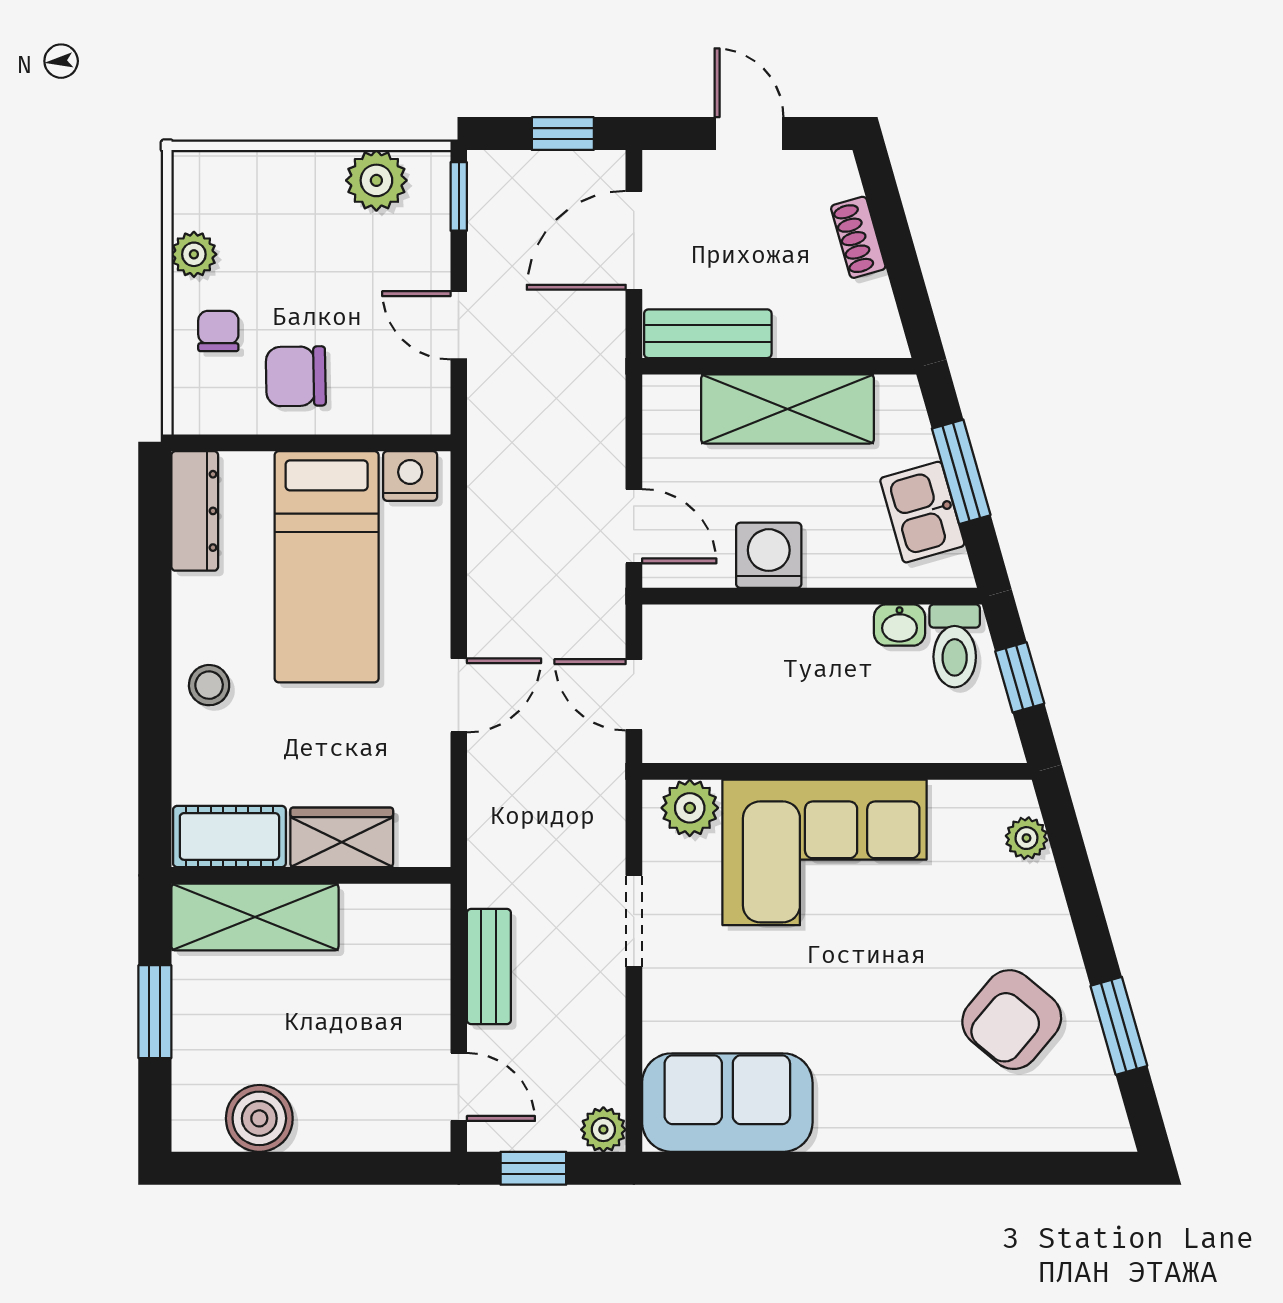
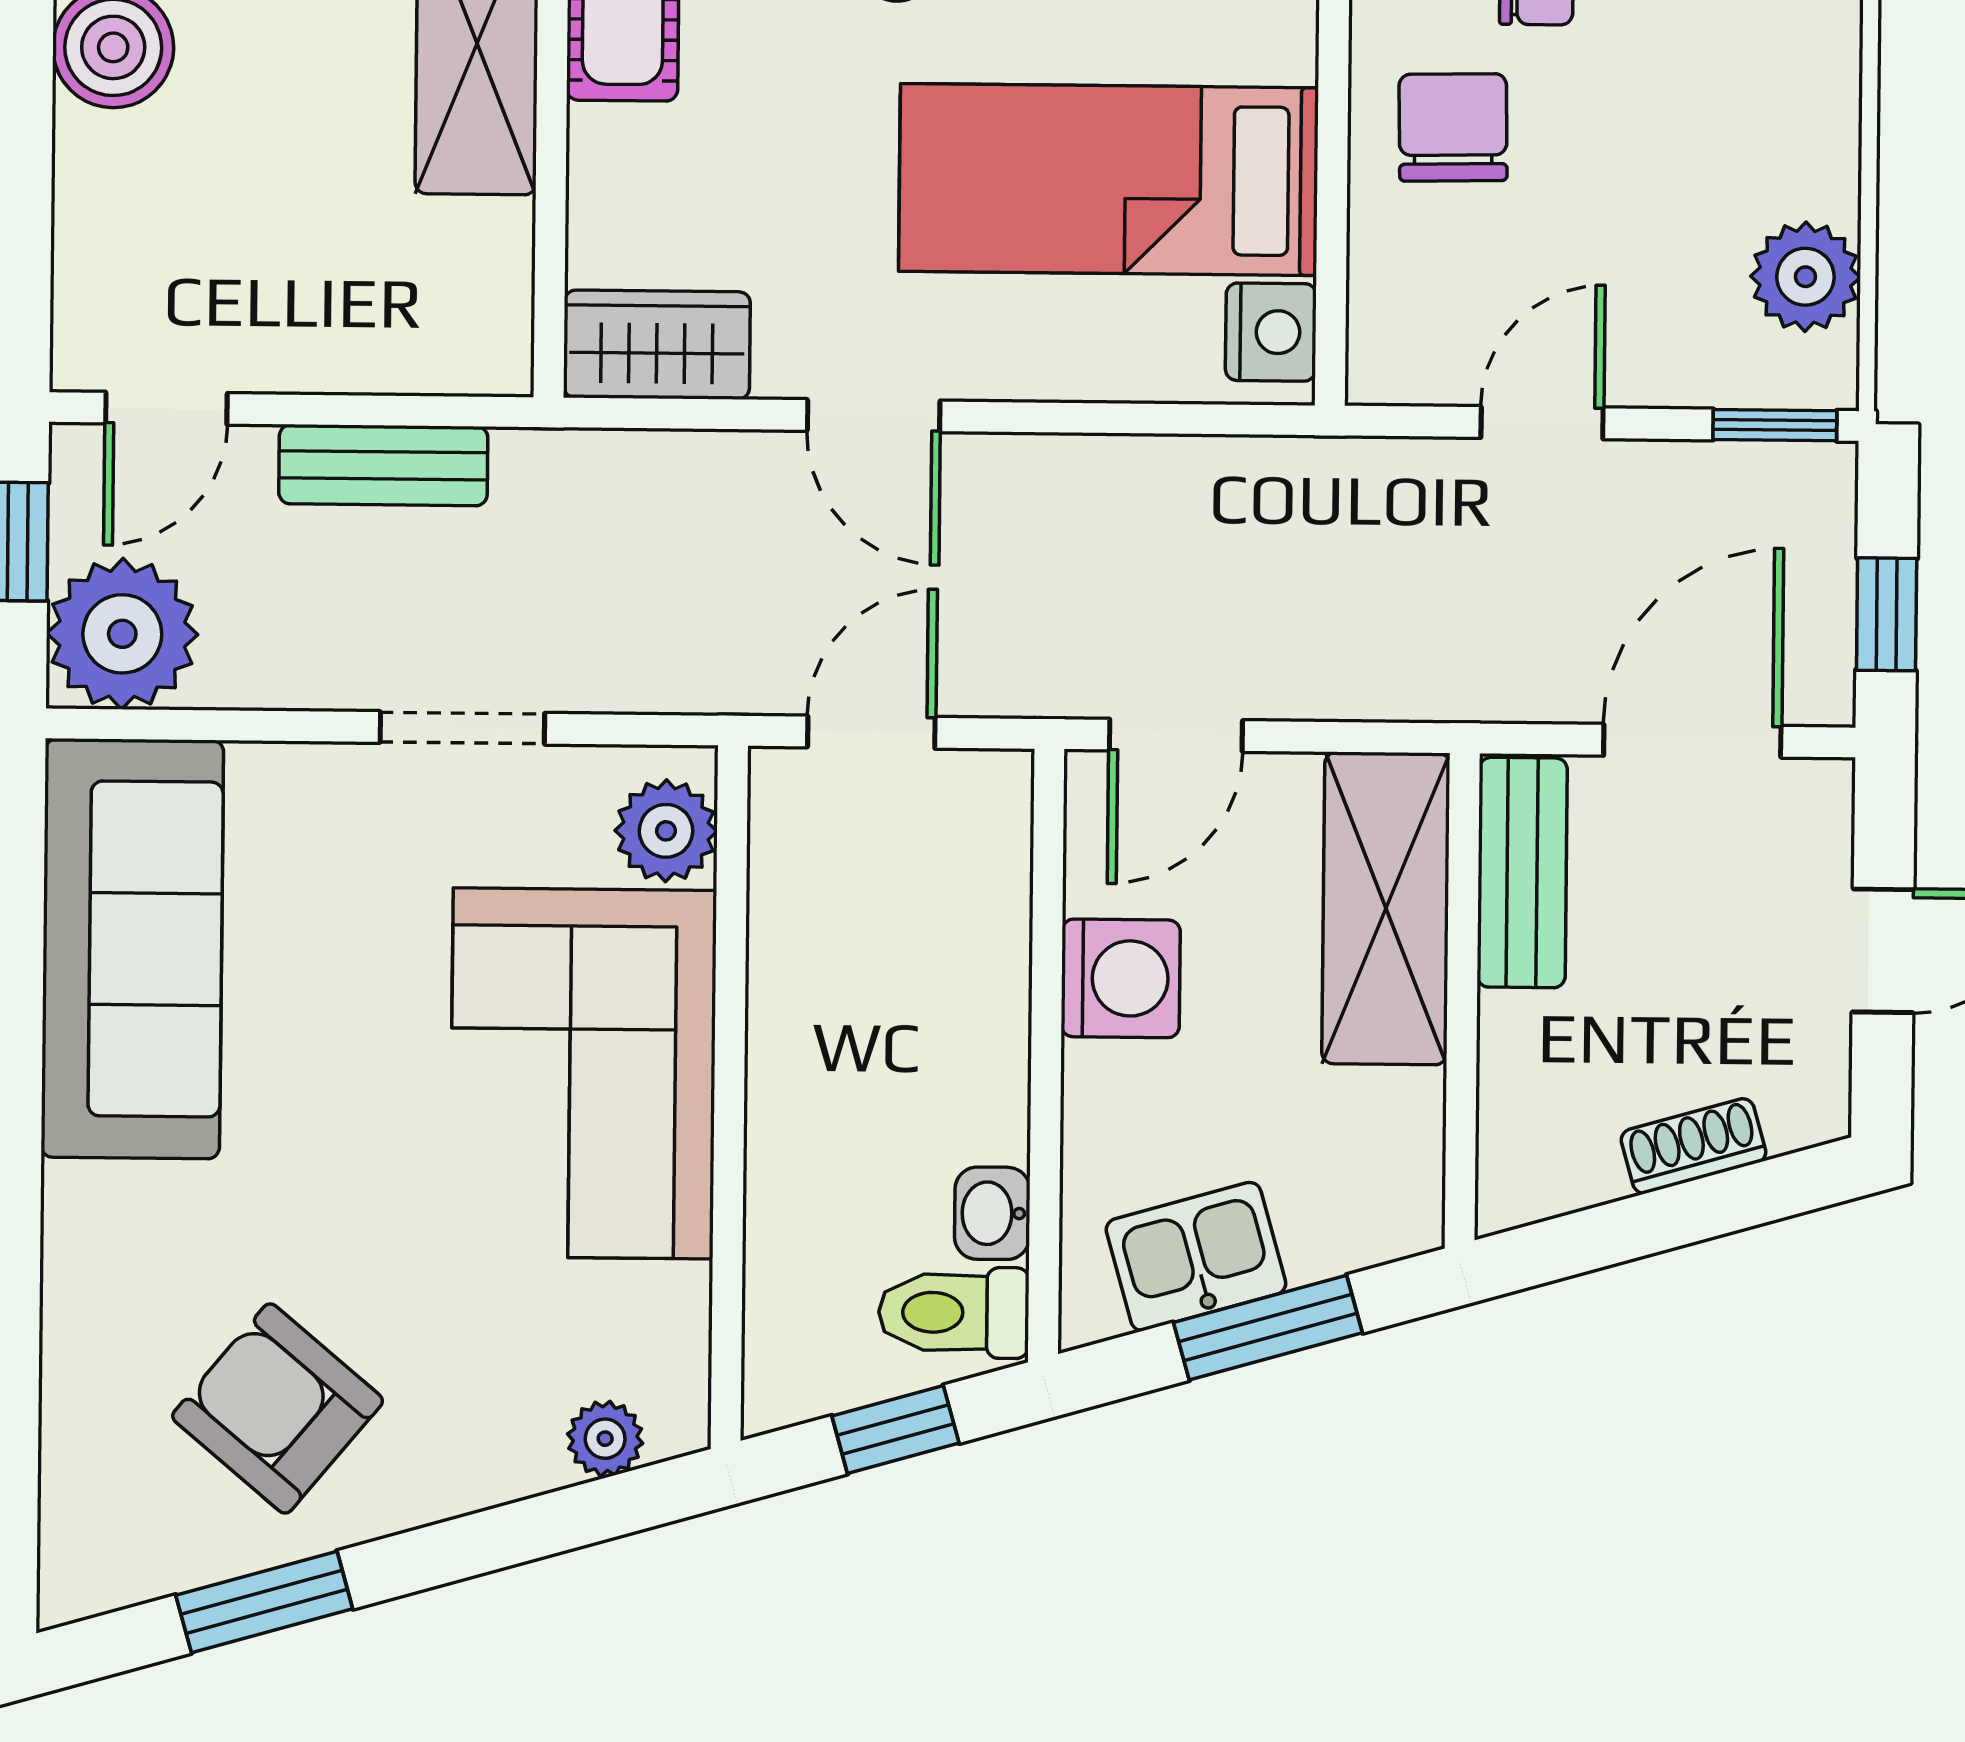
door: (634, 240) -> (1692, 741), hinge flipped
shelving: (788, 409) -> (1386, 908), moved
wardrobe: (342, 837) -> (657, 345), moved, turned -90
sofa: (727, 1103) -> (132, 949), width x1.36
plant: (603, 1130) -> (122, 634), width x1.87, depth x1.87

